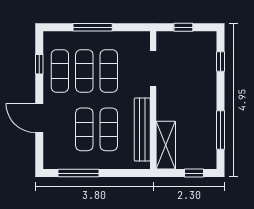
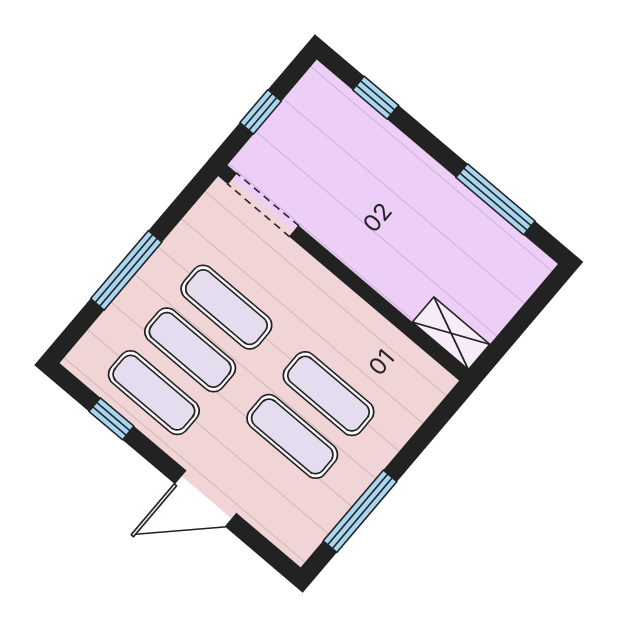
doorway: (153, 69) -> (263, 205), moved
bench: (142, 130) -> (378, 336), removed
shelving: (166, 145) -> (451, 333), width x0.67, depth x0.75
window: (194, 173) -> (531, 309), removed

